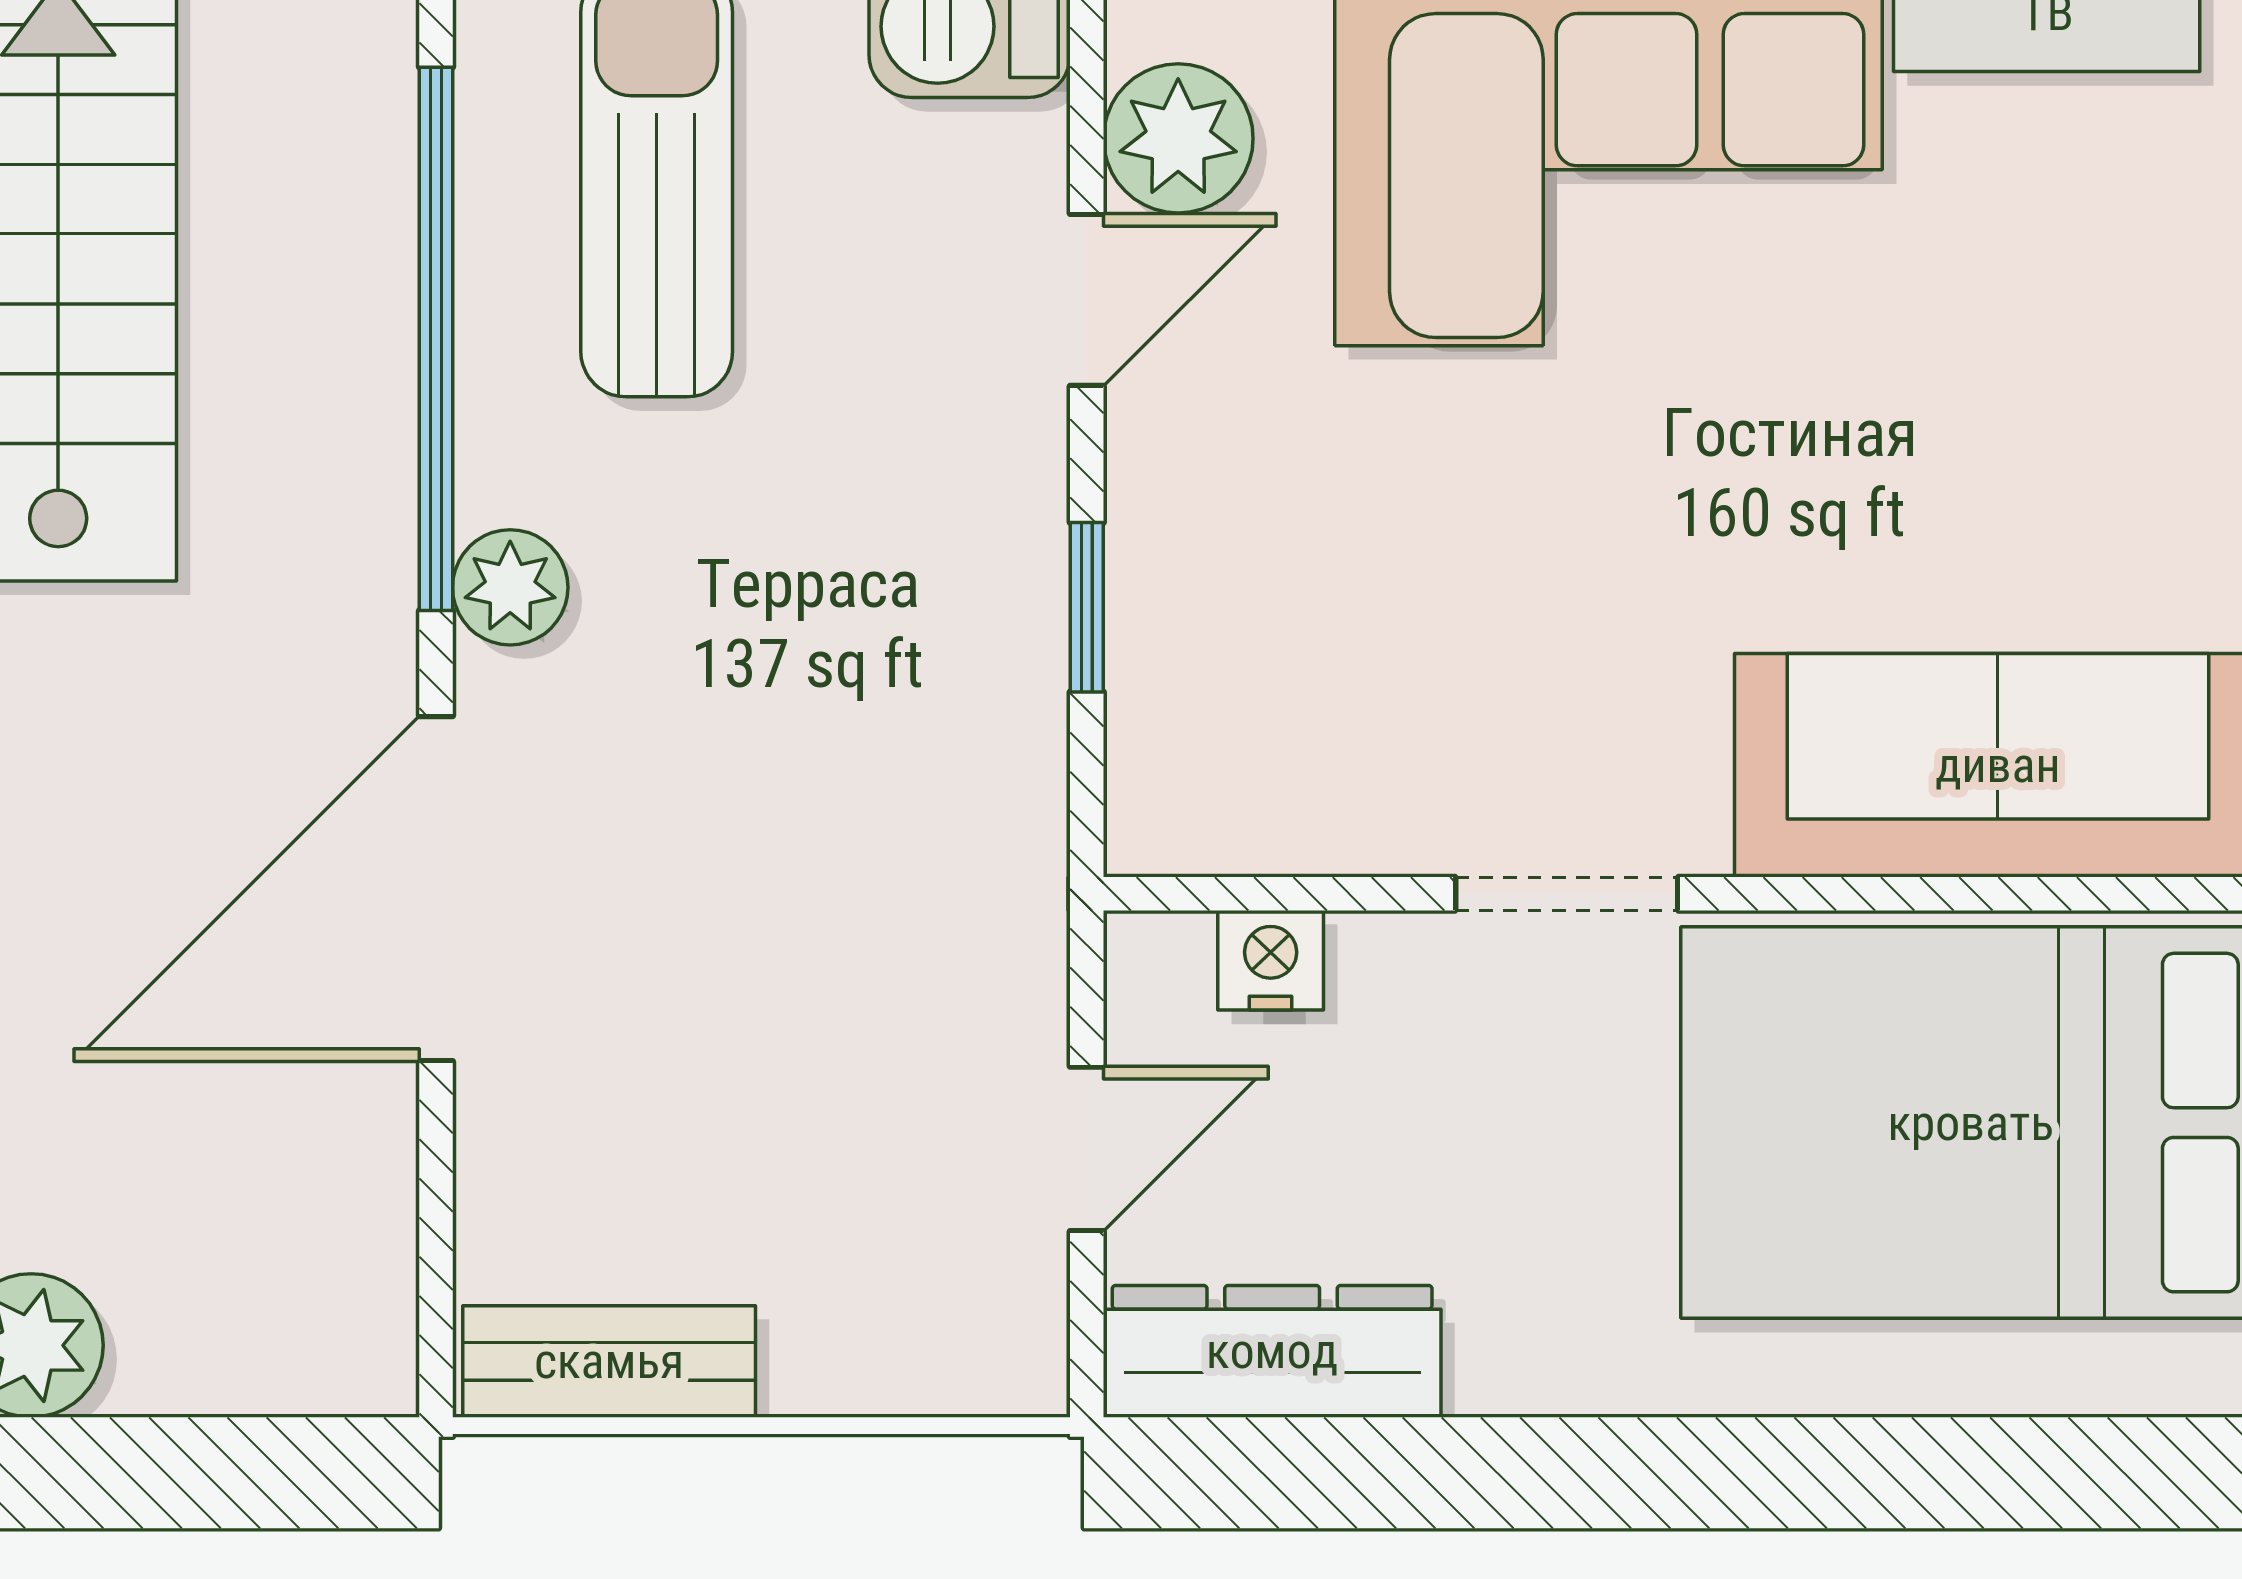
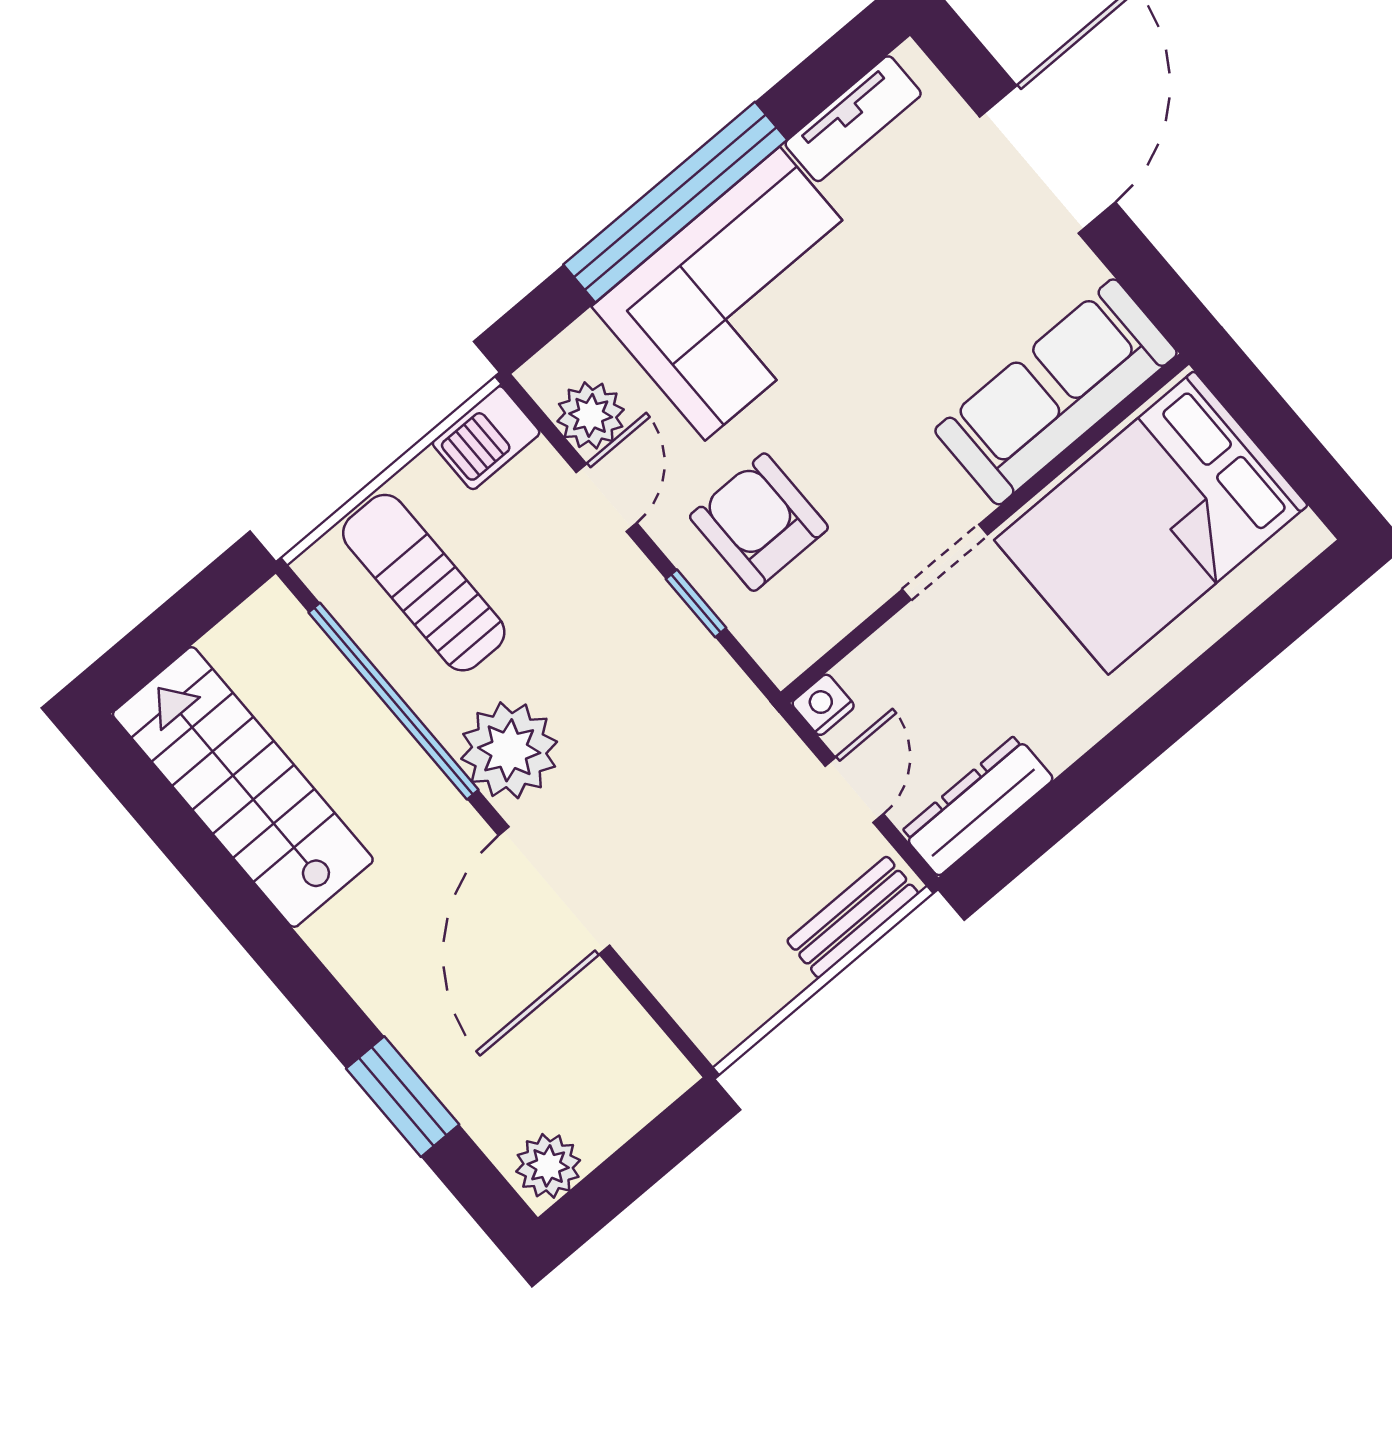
armchair: (1310, 560) -> (759, 522), added
plant: (510, 587) -> (509, 750), width x1.87, depth x1.87
nightstand: (1271, 960) -> (823, 705), moved
bench: (609, 1361) -> (853, 917), moved

